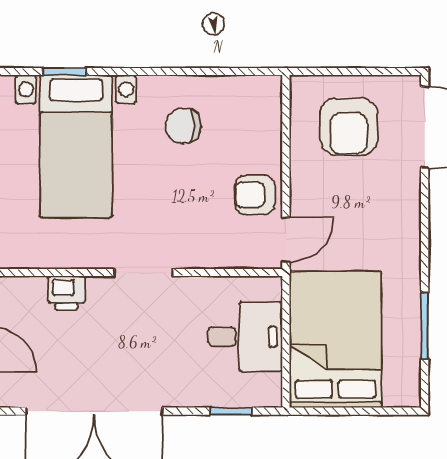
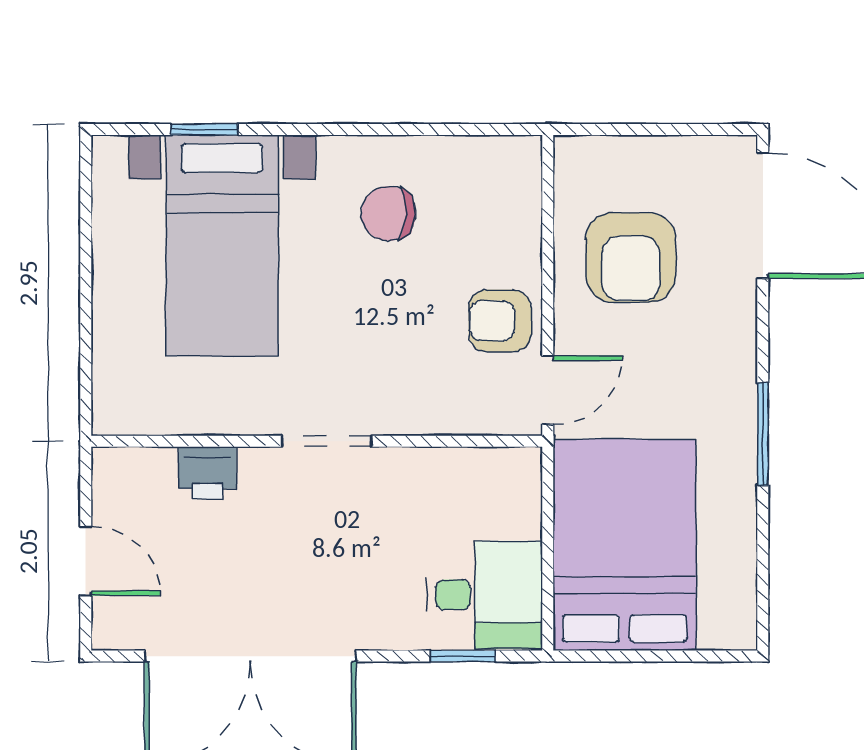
armchair: (349, 126) -> (631, 257), moved
window: (425, 326) -> (763, 434), moved
desk: (245, 337) -> (484, 595), moved

